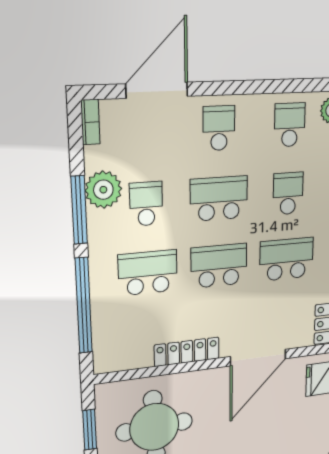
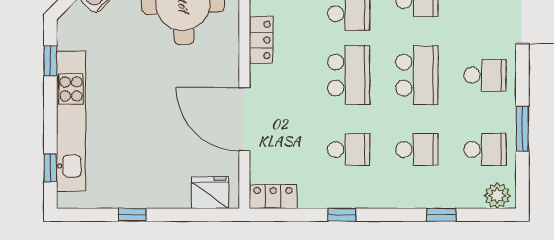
window: (271, 86) -> (522, 129), added
school desk: (287, 259) -> (349, 150), width x0.54
locker: (187, 352) -> (261, 40), width x0.66

